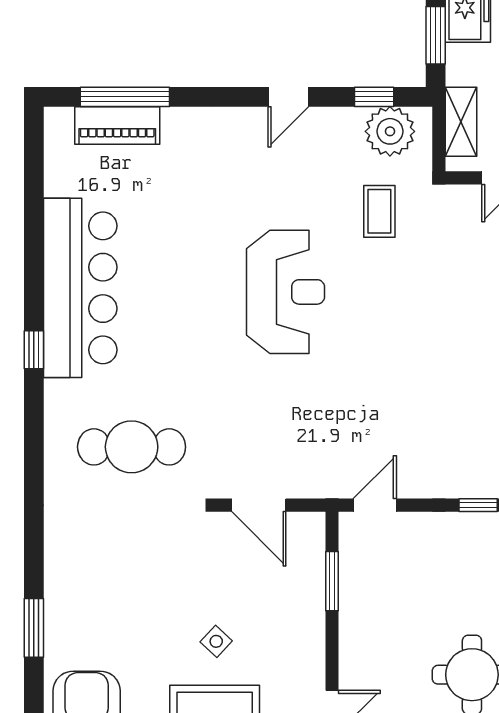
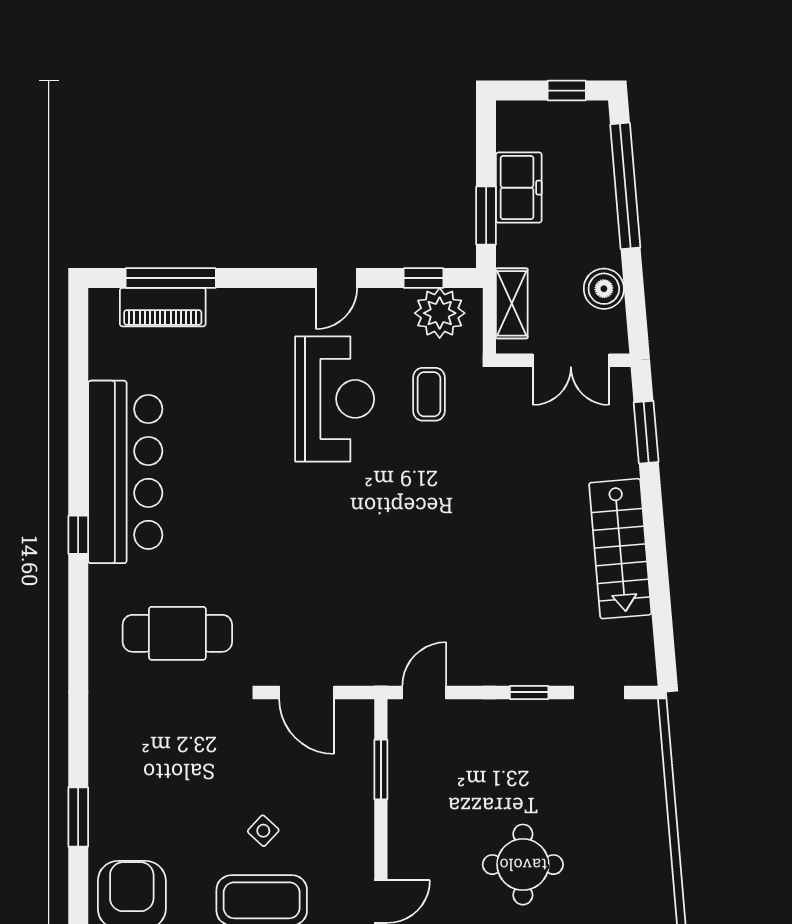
reception desk: (286, 292) -> (335, 399), moved

